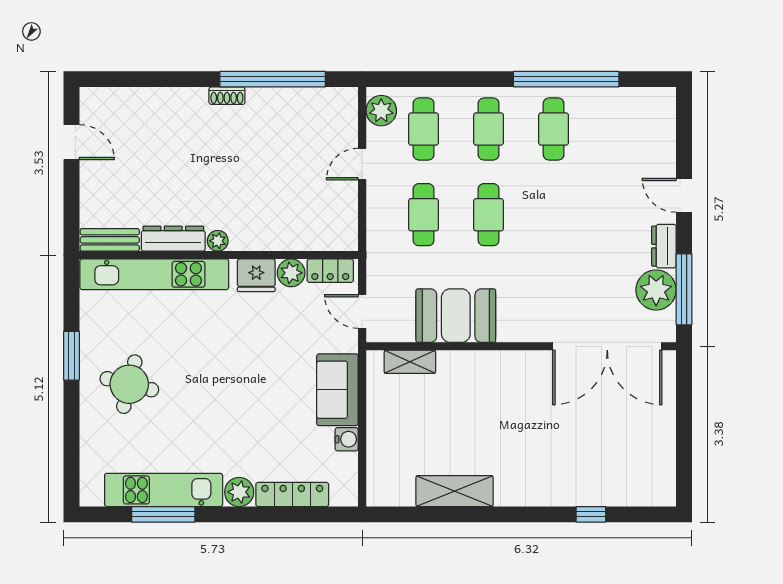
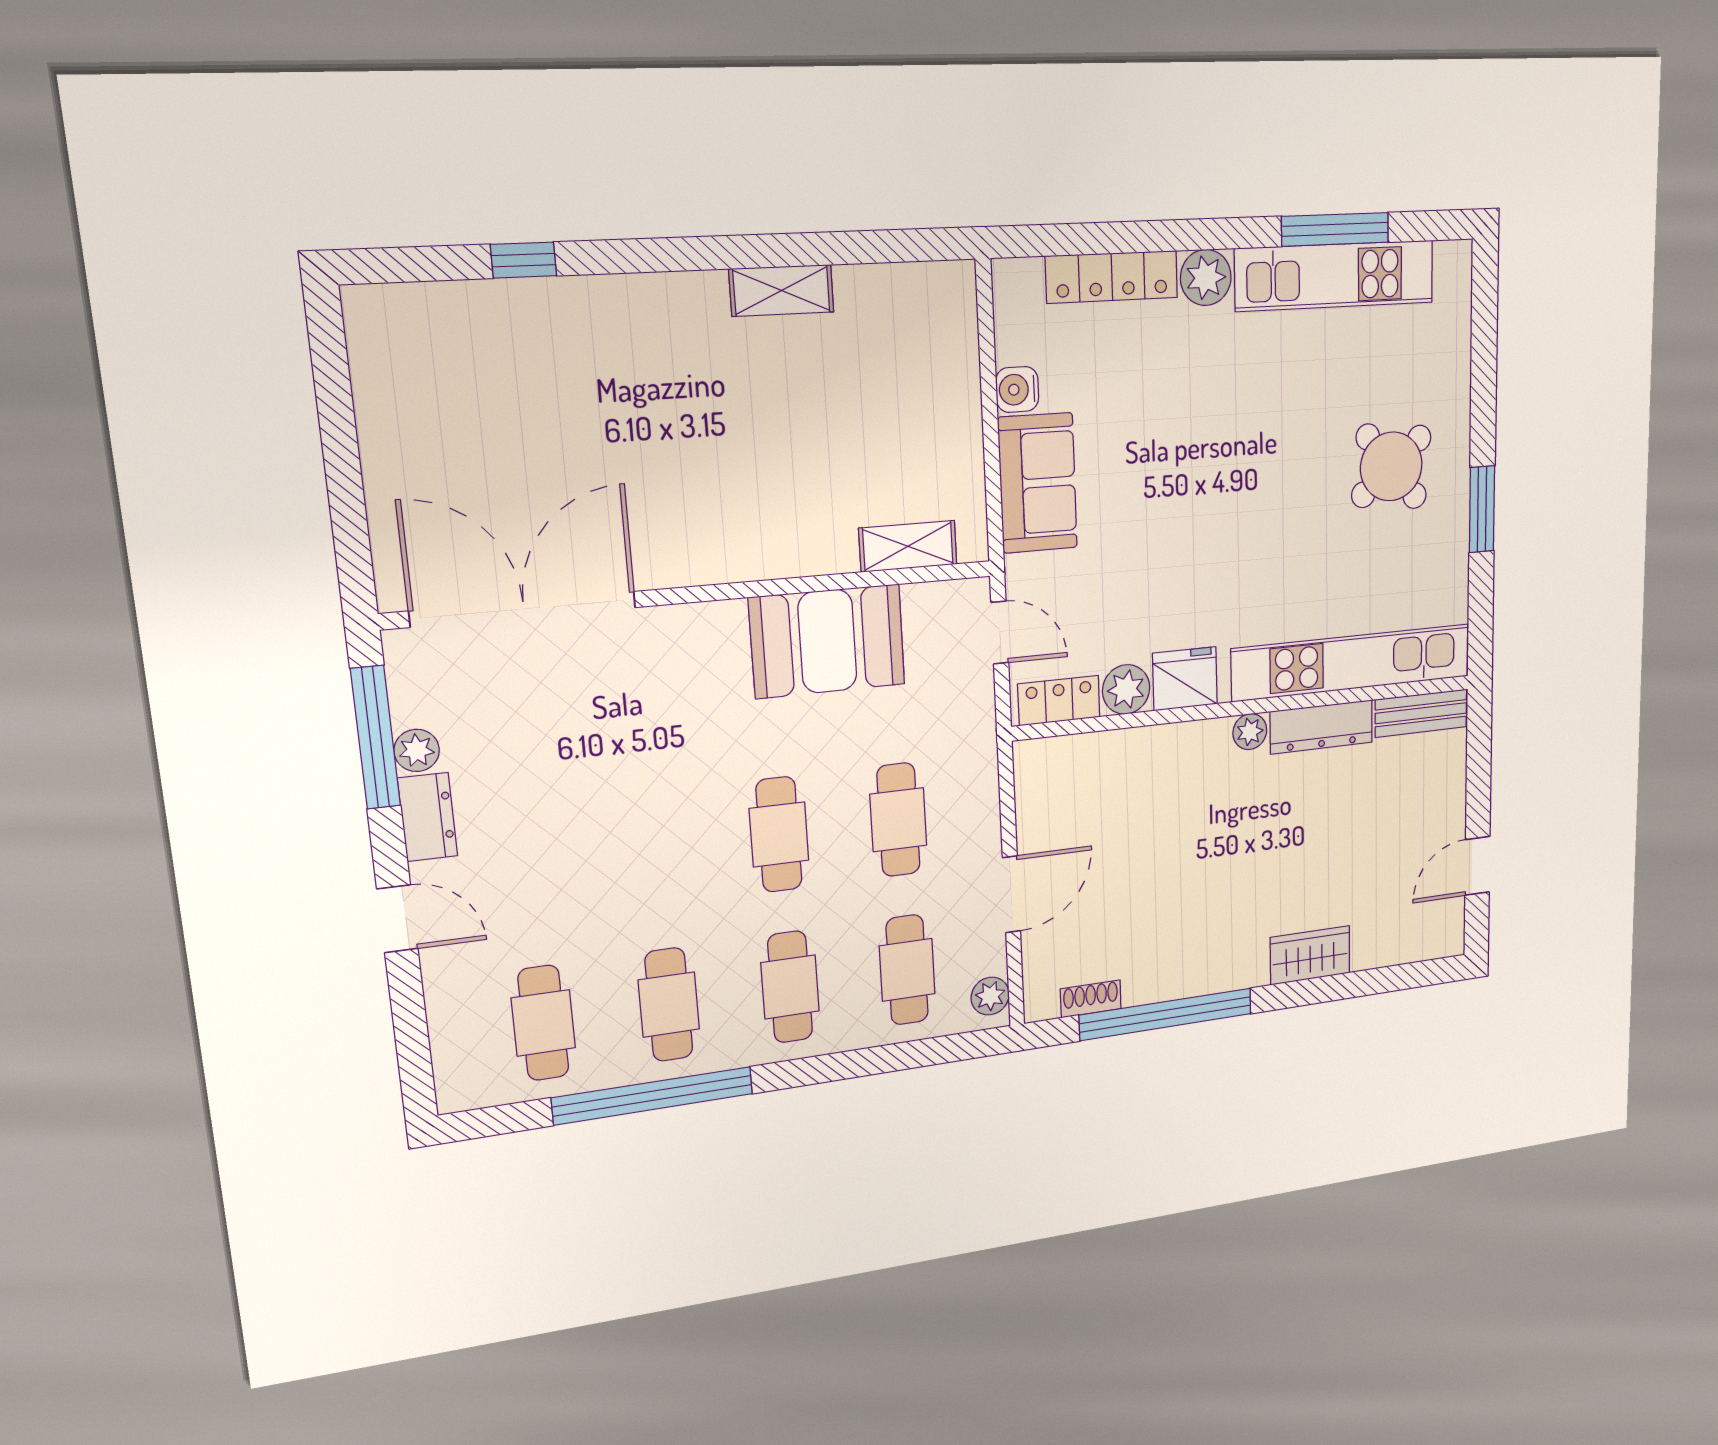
shoe rack: (227, 96) -> (1091, 999), moved
wardrobe: (181, 102) -> (1310, 955), added
plant: (381, 111) -> (990, 996), width x0.73, depth x0.73
cafe table: (619, 129) -> (543, 1023), added
door: (72, 142) -> (1477, 866), hinge flipped
door: (362, 164) -> (1011, 894), width x1.38
plant: (656, 290) -> (417, 750), width x0.53, depth x0.53
round table: (129, 384) -> (1391, 466), turned 36
shelving: (455, 491) -> (782, 290), width x0.67, depth x0.75

